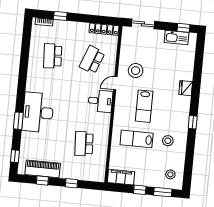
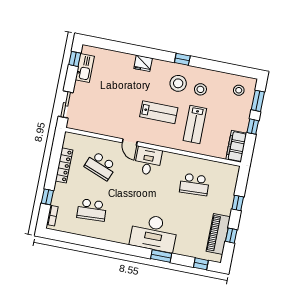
locker: (104, 29) -> (64, 165), moved
stool: (136, 71) -> (178, 83), moved

